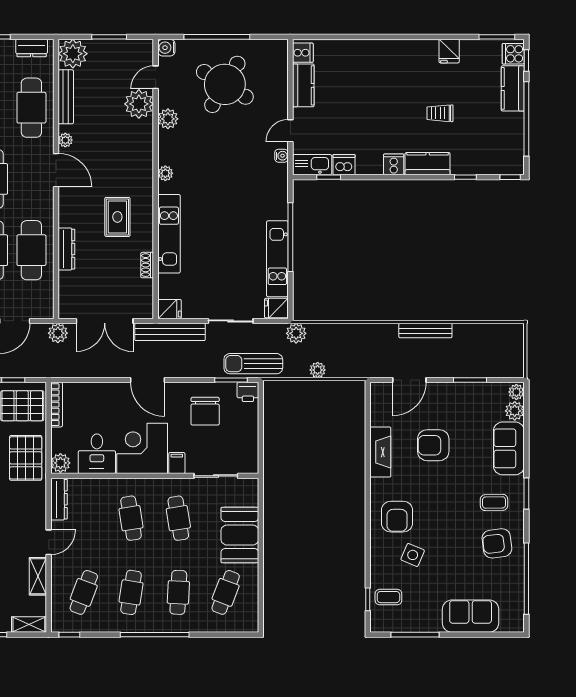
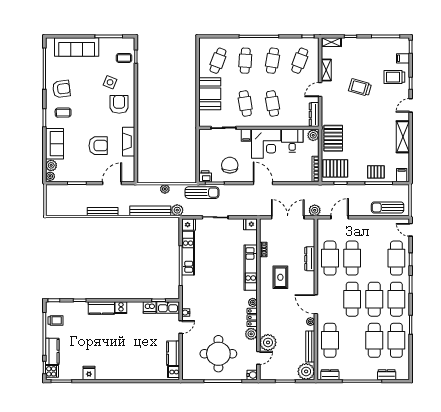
round table: (225, 84) -> (218, 354), turned -31
trolley: (440, 113) -> (56, 320), moved
locker: (166, 147) -> (252, 317), added
bench: (170, 332) -> (150, 211), moved
sofa: (471, 616) -> (77, 47), width x1.36

